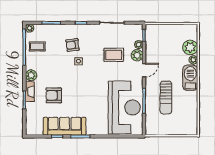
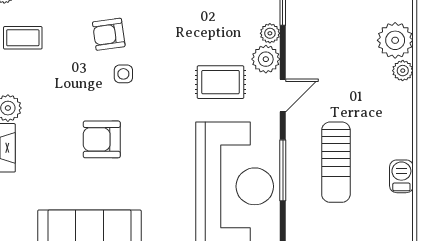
rug: (114, 55) -> (220, 82), moved
barbecue: (190, 78) -> (401, 176), moved, width x0.53, depth x0.65
armchair: (54, 95) -> (102, 139), moved

